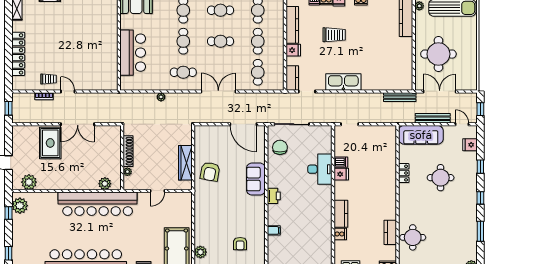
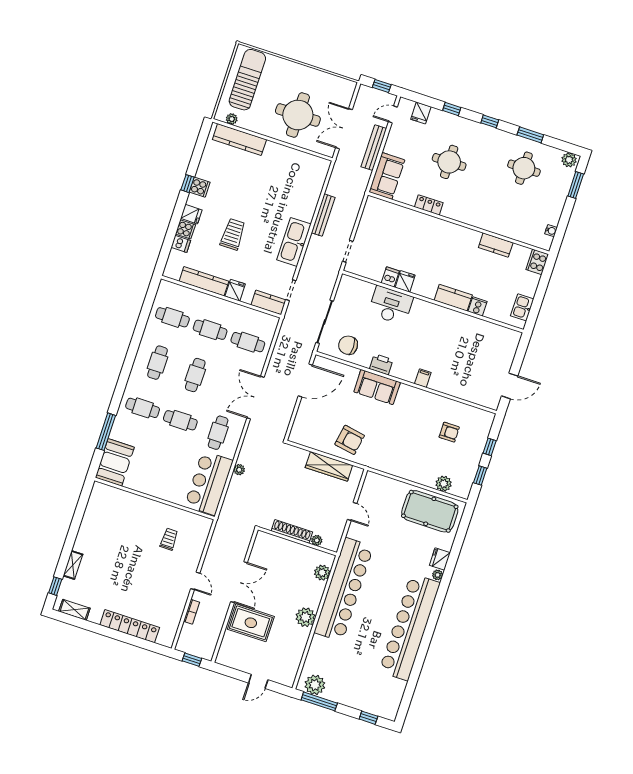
bar counter: (133, 53) -> (209, 483), moved, turned -90
trolley: (49, 79) -> (169, 539), moved
door: (68, 91) -> (195, 581), swing flipped
bench: (400, 97) -> (323, 215), moved
sofa: (421, 135) -> (387, 176), width x0.73
plant: (29, 182) -> (305, 617), moved
printer: (274, 196) -> (381, 364), moved
window: (9, 213) -> (319, 701), width x2.17
filing cabinet: (274, 230) -> (423, 378), moved
round table: (413, 237) -> (524, 168), moved

